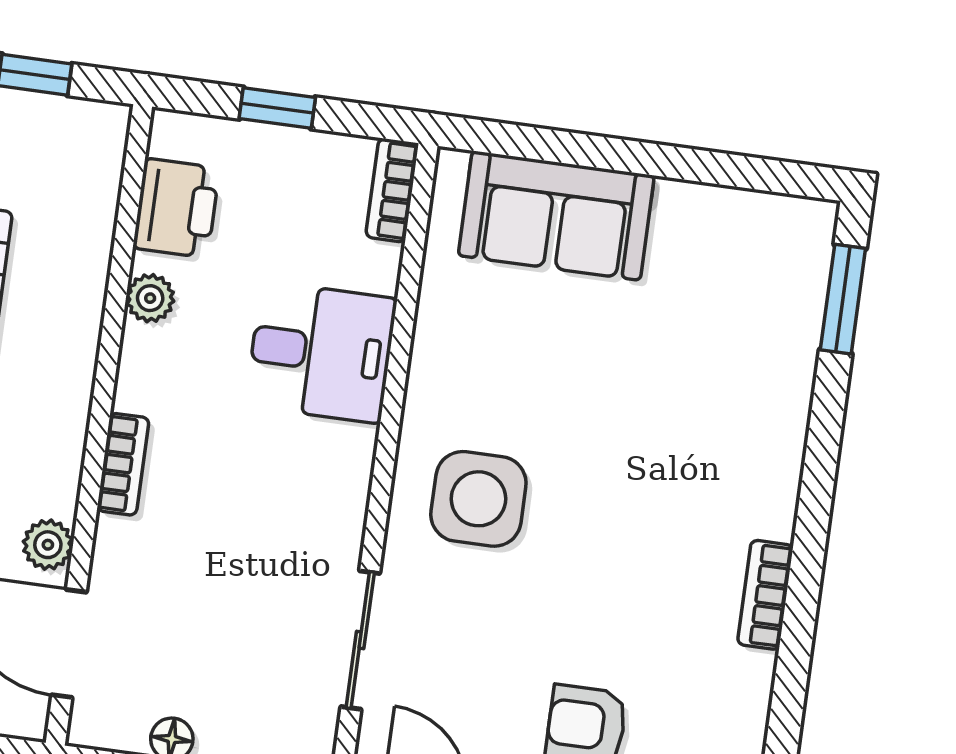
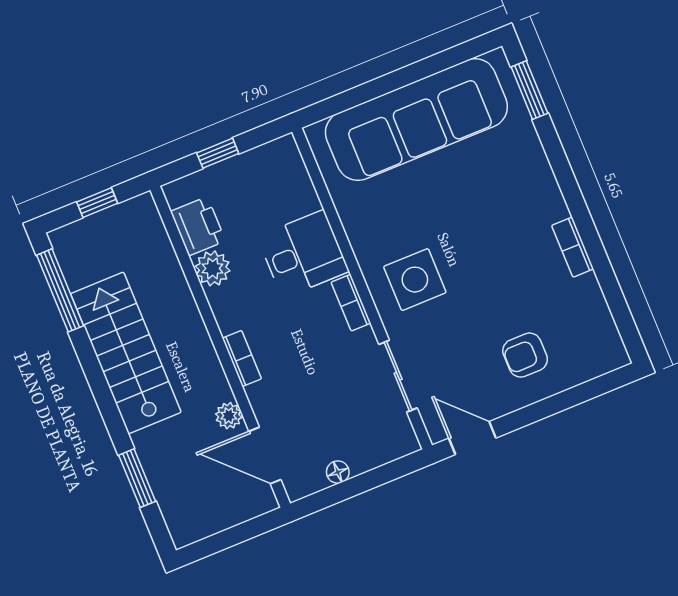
bookcase: (392, 190) -> (351, 303), moved
sofa: (556, 216) -> (416, 120), width x1.85, depth x1.27
plant: (150, 298) -> (213, 268), width x1.38, depth x1.38

